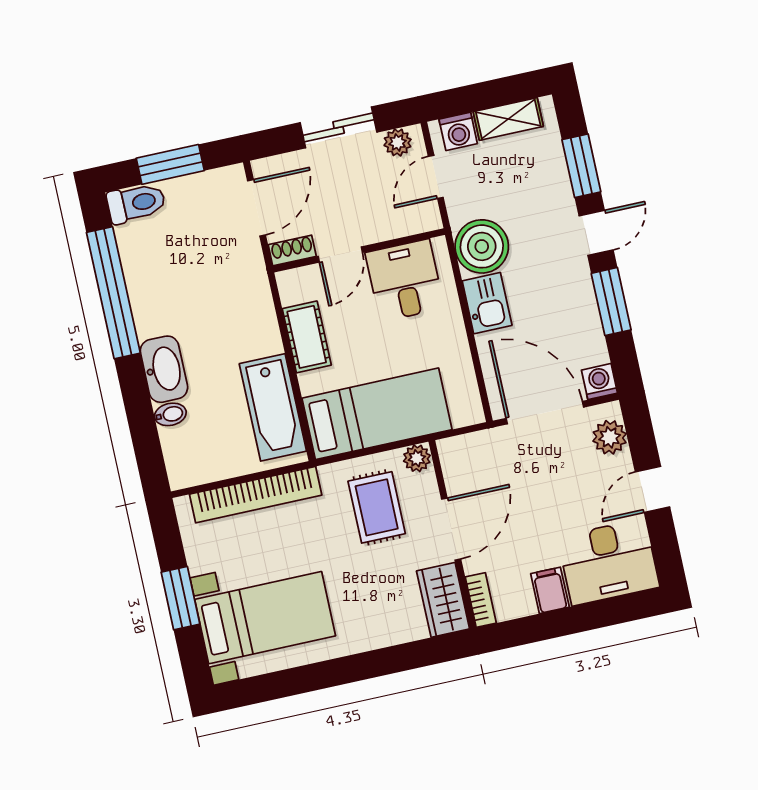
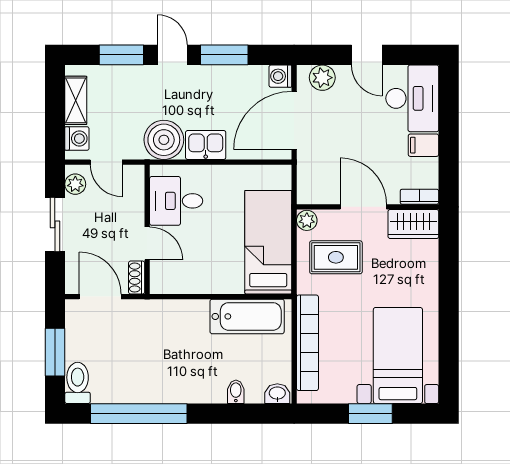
cot: (307, 337) -> (201, 281), removed
washbasin: (164, 369) -> (277, 394), moved, width x0.52, depth x0.69

